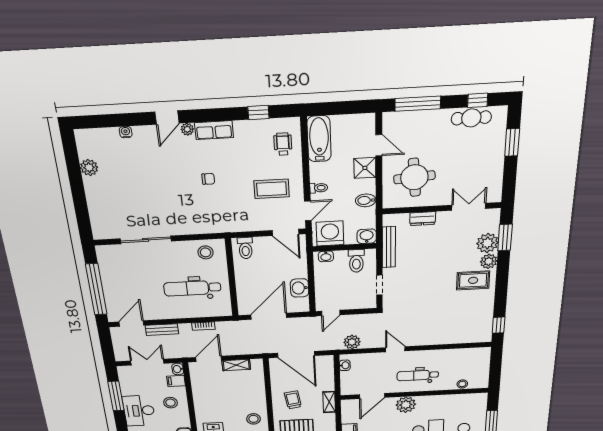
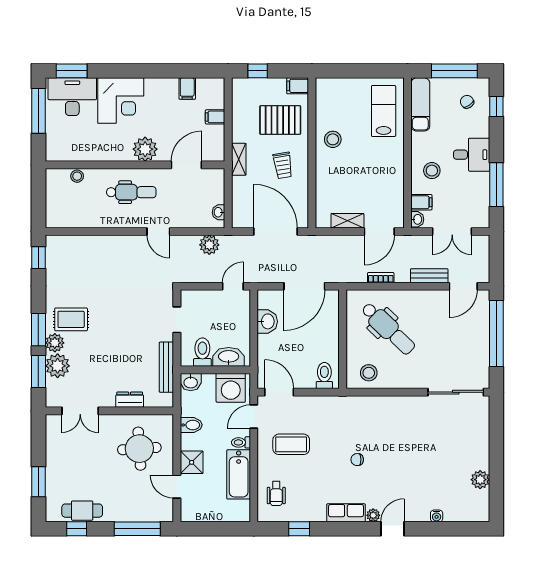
bathtub: (319, 139) -> (239, 474), moved
sliding door: (146, 240) -> (456, 392), moved
washbasin: (326, 256) -> (229, 357), width x1.91, depth x1.45
window: (503, 271) -> (38, 330), added
dental chair: (192, 288) -> (388, 329), turned 44
desk: (139, 411) -> (472, 155), width x0.73

